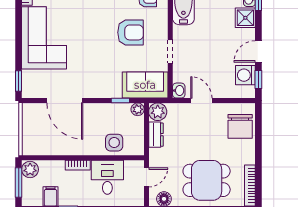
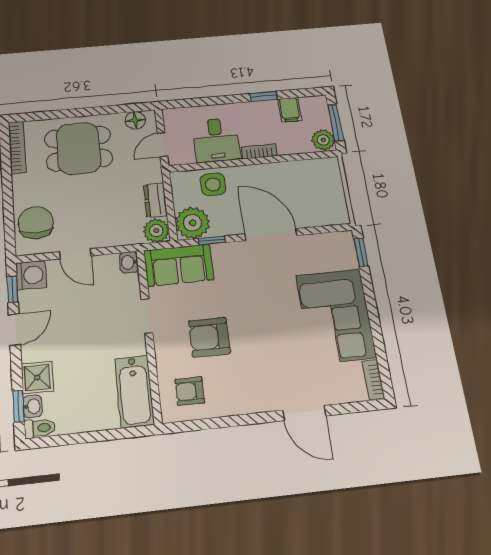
washing machine: (245, 75) -> (31, 275), moved
door: (65, 101) -> (271, 235), moved
door: (201, 101) -> (75, 254), moved
plant: (138, 109) -> (193, 223), width x1.87, depth x1.87

